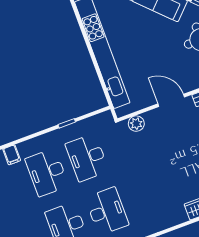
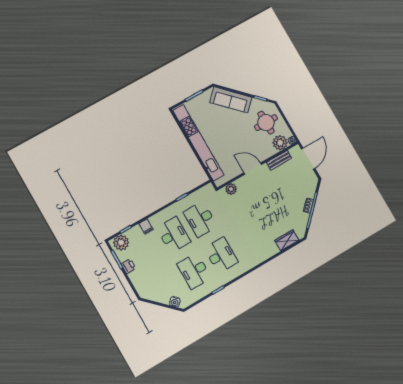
desk: (47, 172) -> (173, 235), turned 180

